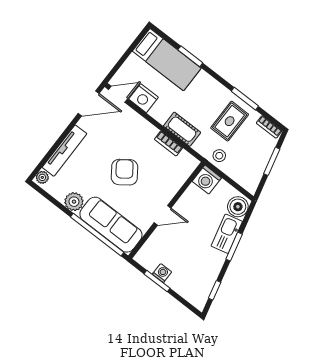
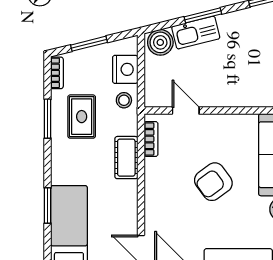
nightstand: (144, 98) -> (125, 69), moved
rug: (230, 121) -> (82, 117), turned 90
bookcase: (168, 144) -> (151, 139), moved
washing machine: (207, 180) -> (157, 94), removed
door: (163, 215) -> (186, 111), moved

